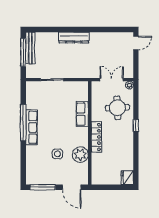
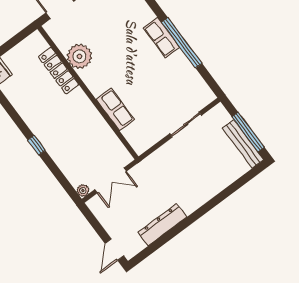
dresser: (74, 38) -> (162, 225), moved
round table: (117, 108) -> (77, 150), removed
row of seats: (31, 127) -> (162, 38), width x0.68
locker: (96, 137) -> (59, 71), moved
side table: (57, 154) -> (109, 36), removed

